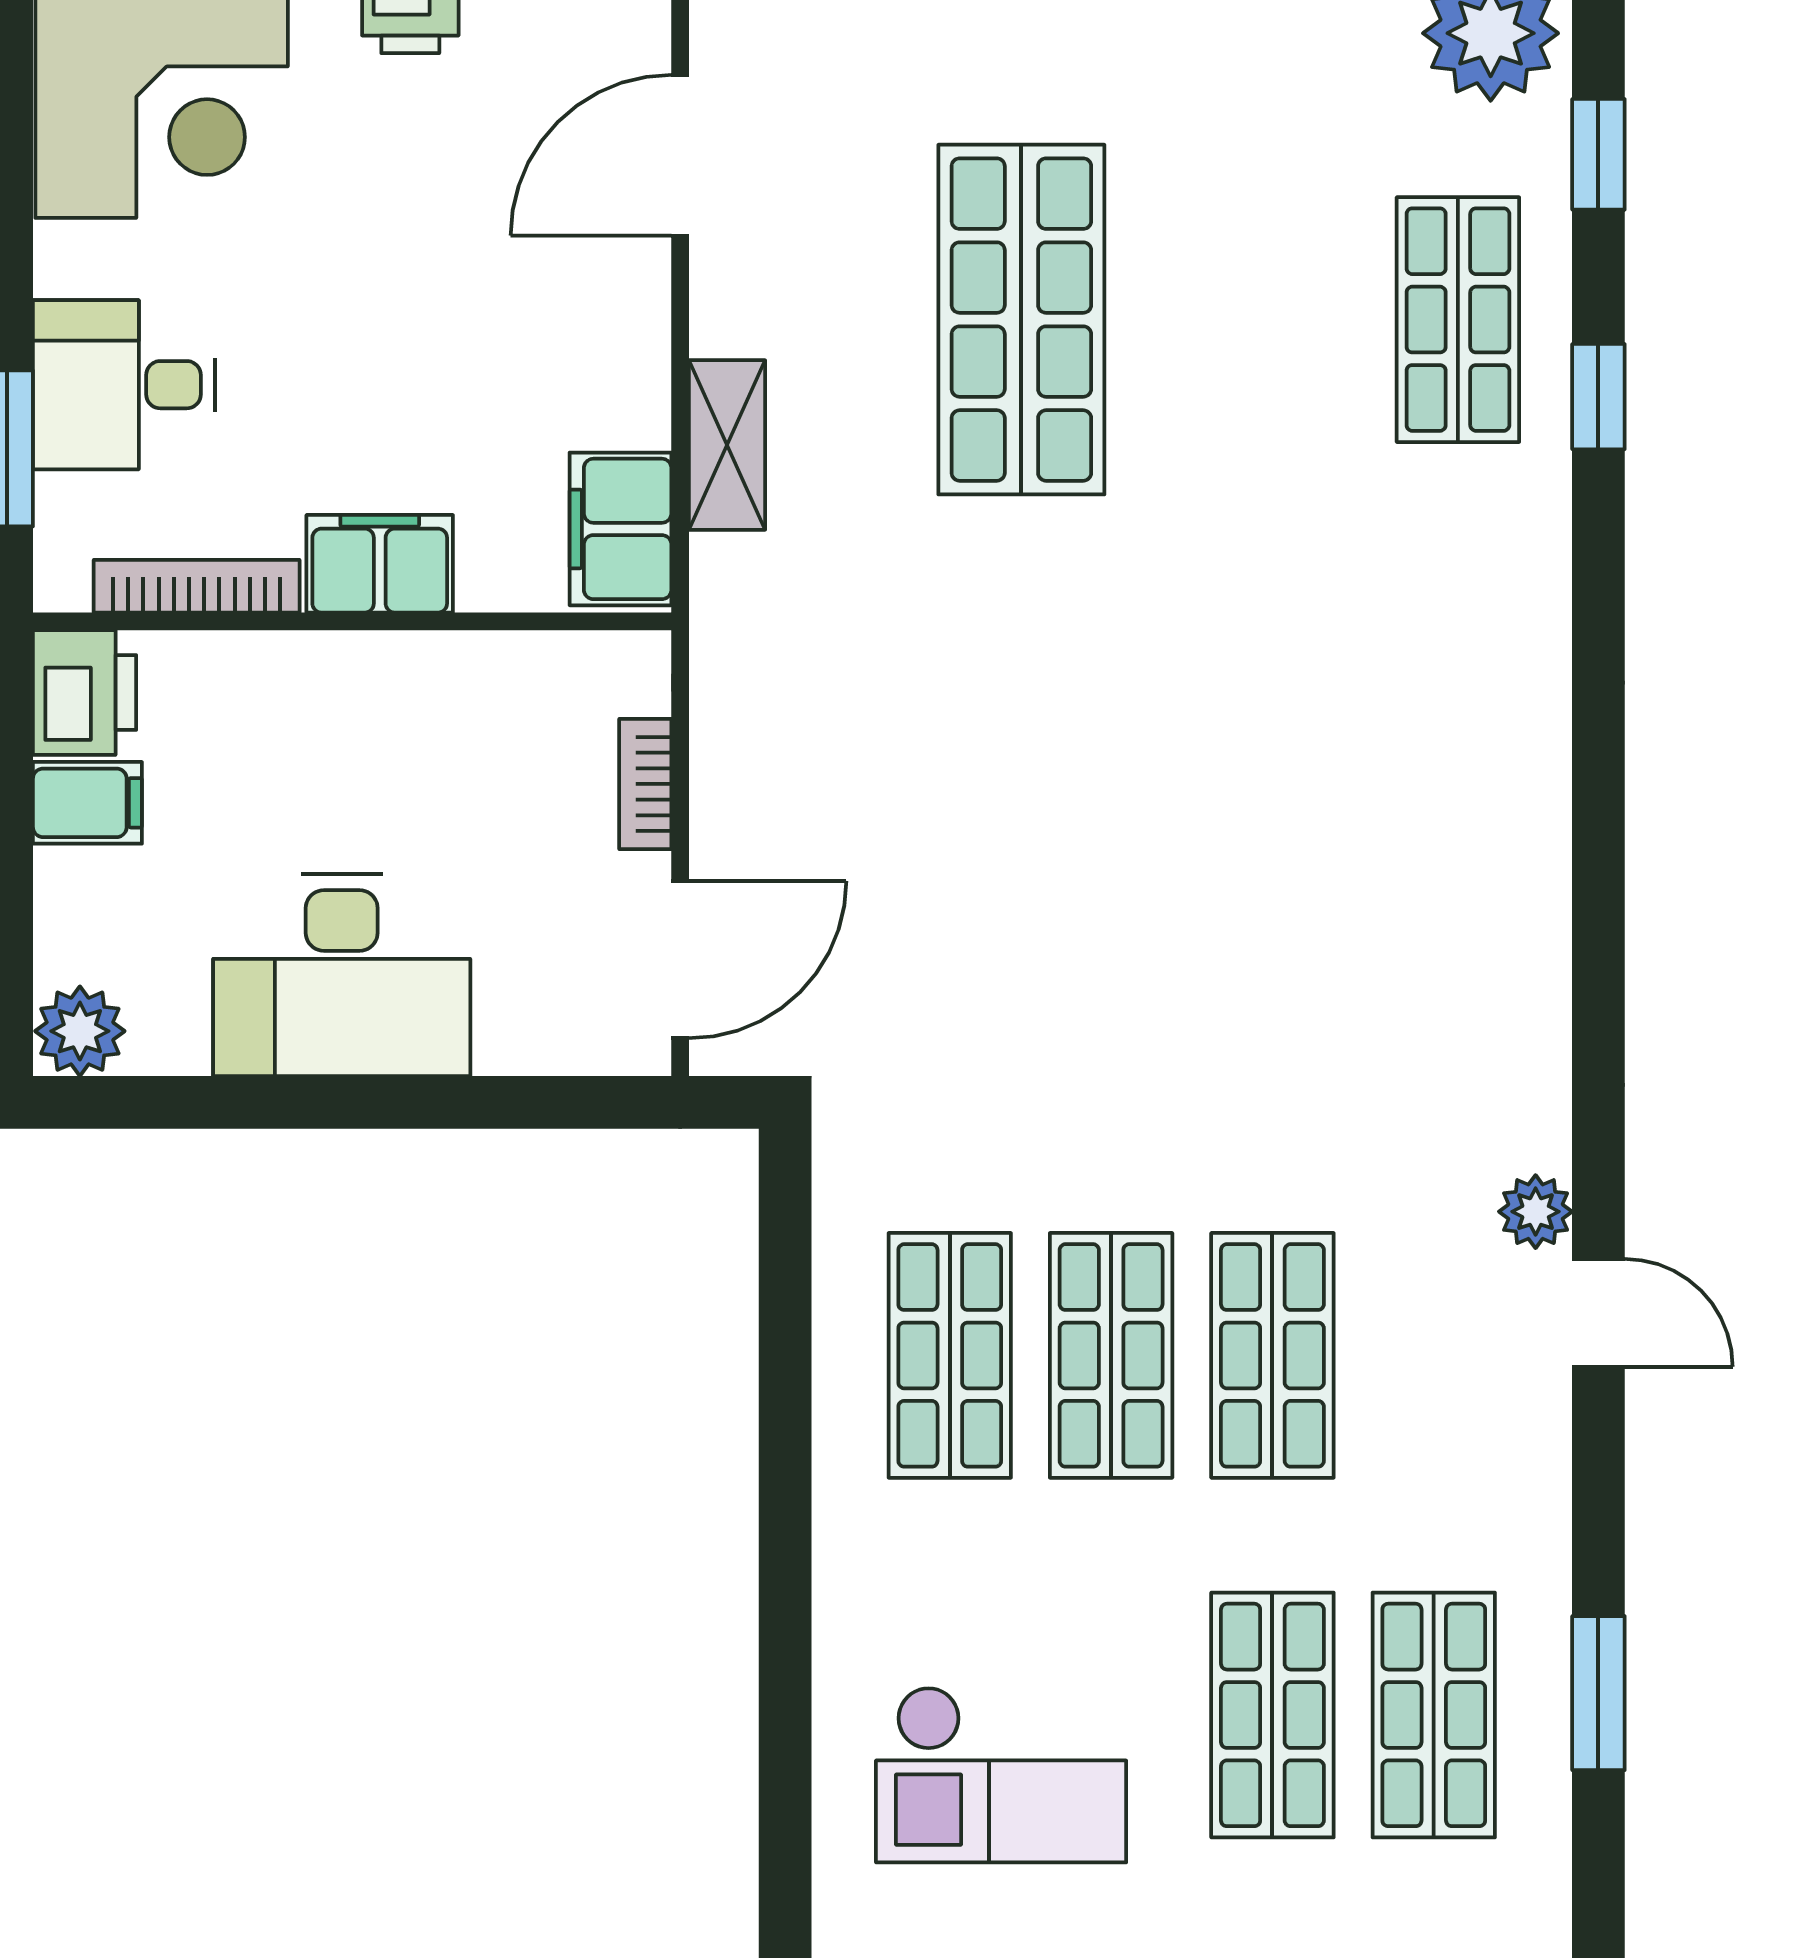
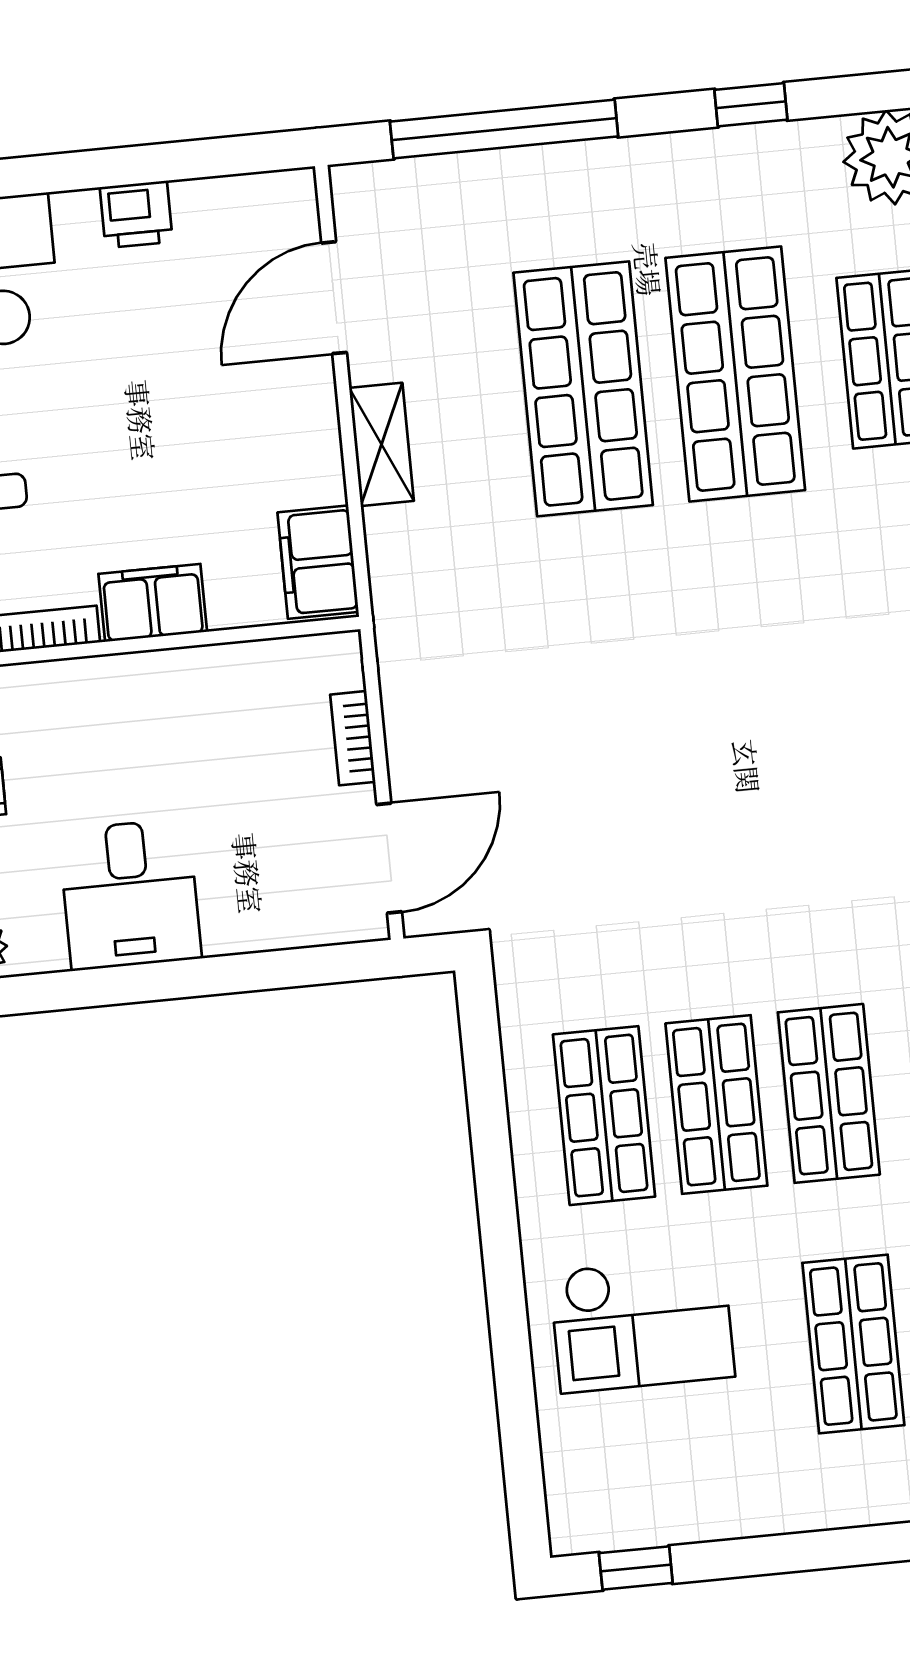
shop shelf: (1240, 320) -> (735, 374), added
shelving: (727, 445) -> (382, 444), moved
desk: (342, 975) -> (130, 894), width x0.73
checkout: (1001, 1774) -> (642, 1324), moved

